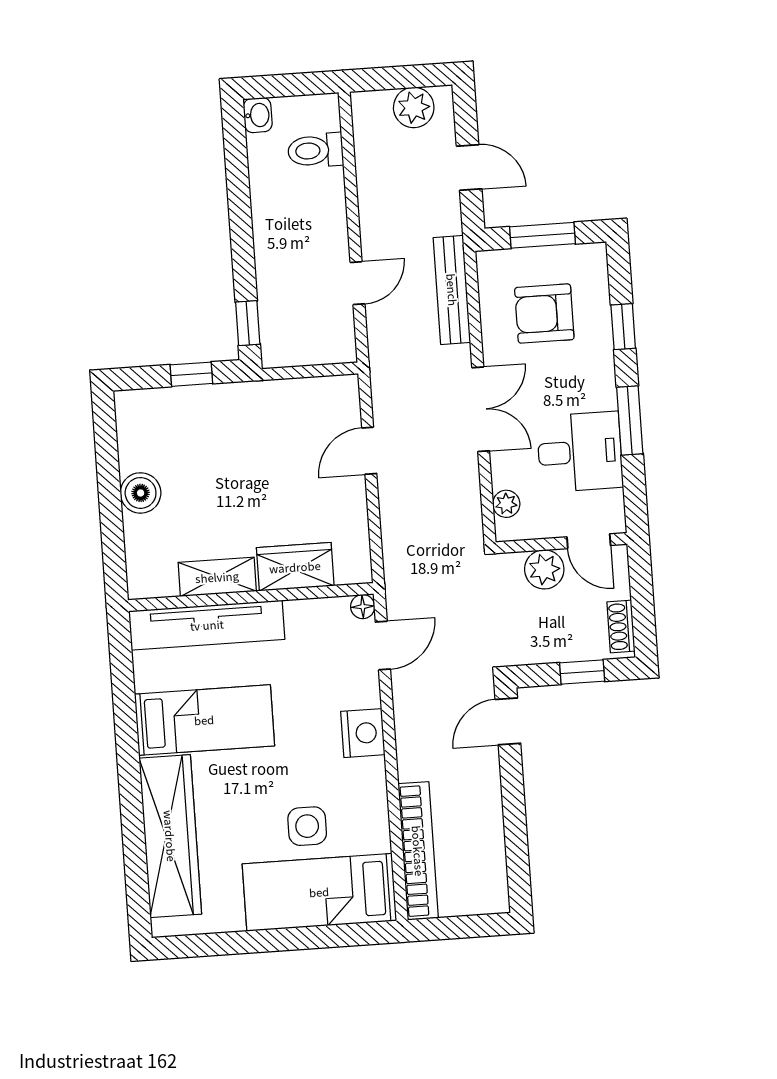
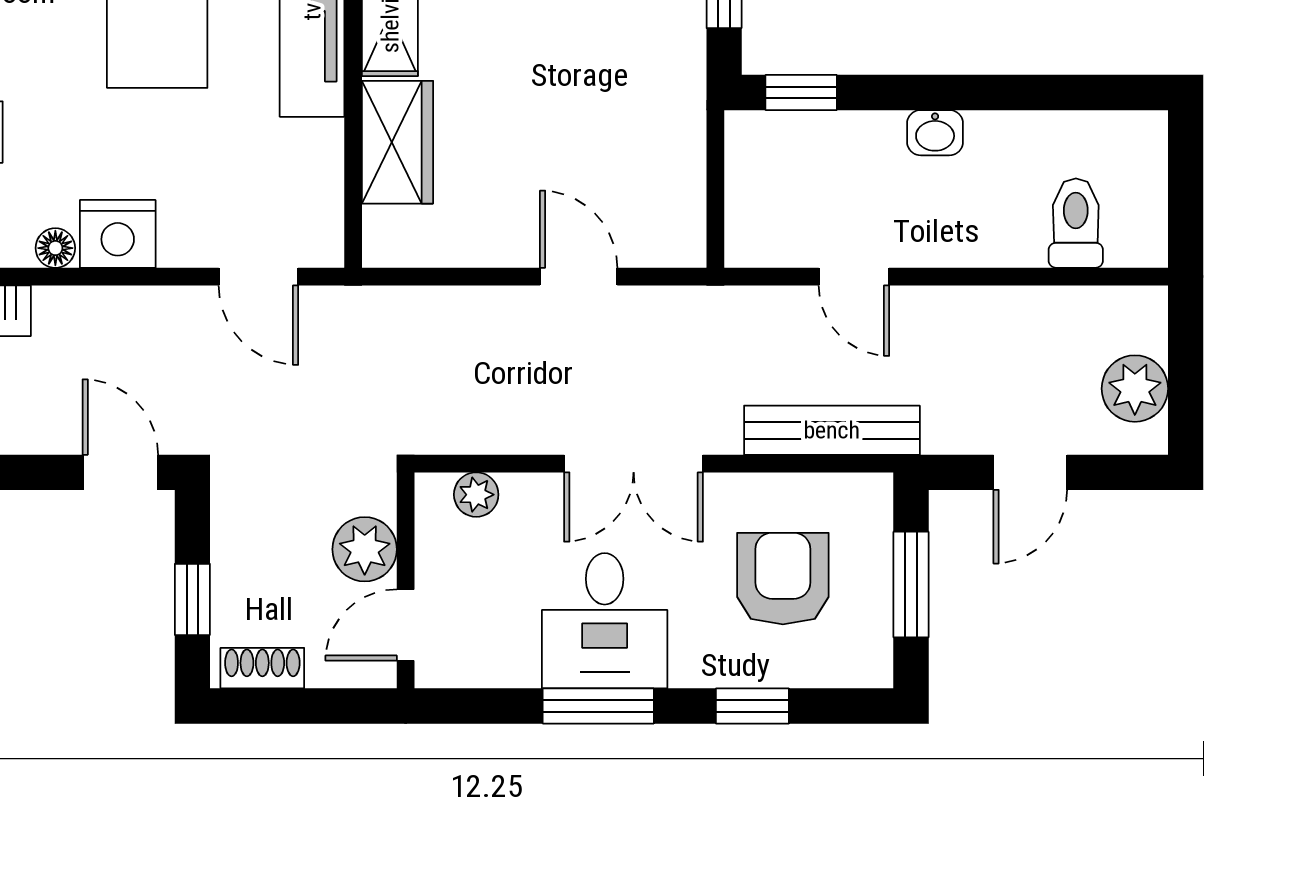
washbasin: (258, 115) -> (935, 133), moved
desk: (580, 452) -> (605, 621), moved
floor lamp: (363, 607) -> (55, 248), moved

